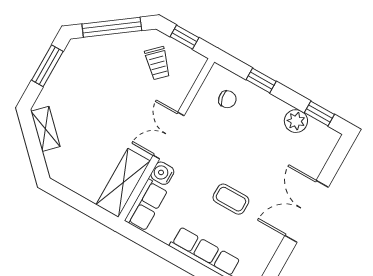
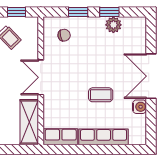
window: (319, 113) -> (109, 12), moved
water cooler: (162, 173) -> (140, 107), moved, turned 180
row of seats: (146, 205) -> (61, 137), moved, turned -90

